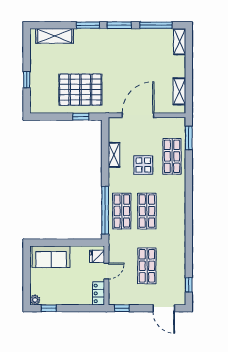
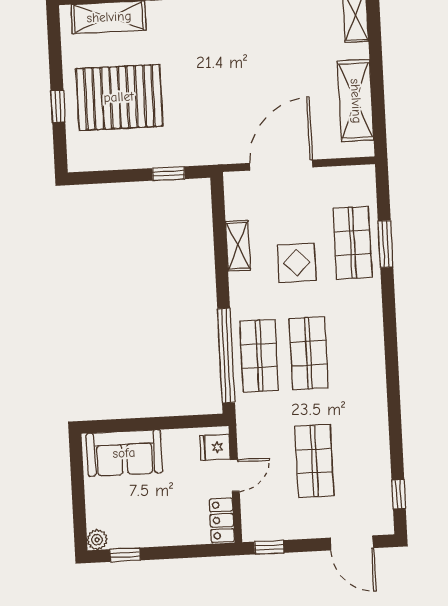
pallet: (80, 90) -> (119, 97), moved
shelving: (179, 91) -> (356, 101), width x1.50, depth x1.33
window: (189, 138) -> (386, 244), moved

